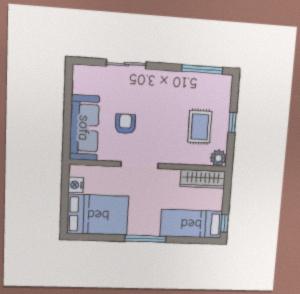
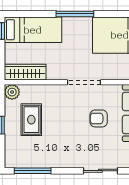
armchair: (125, 124) -> (99, 118), turned 90

